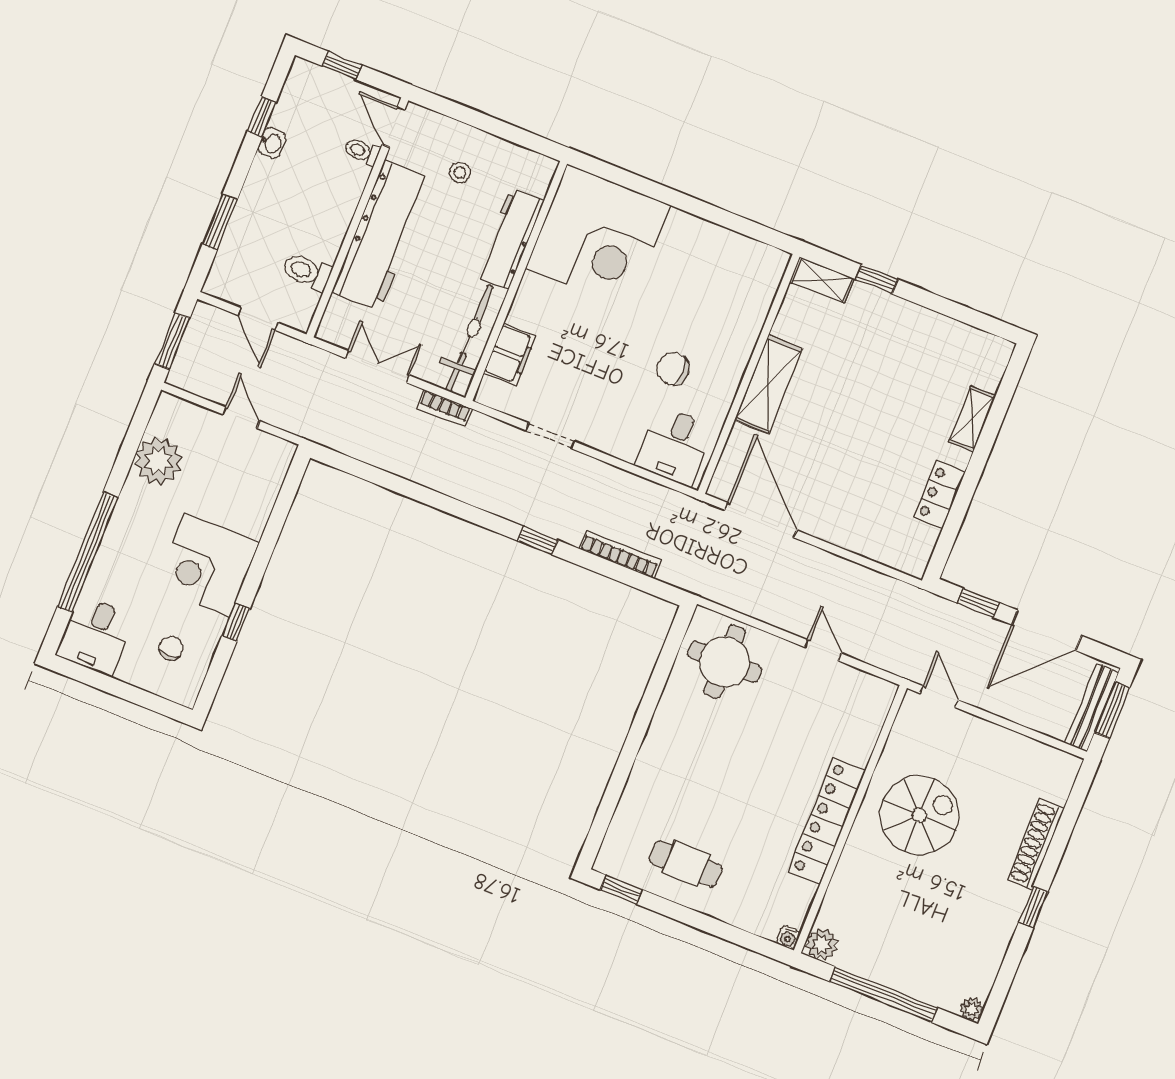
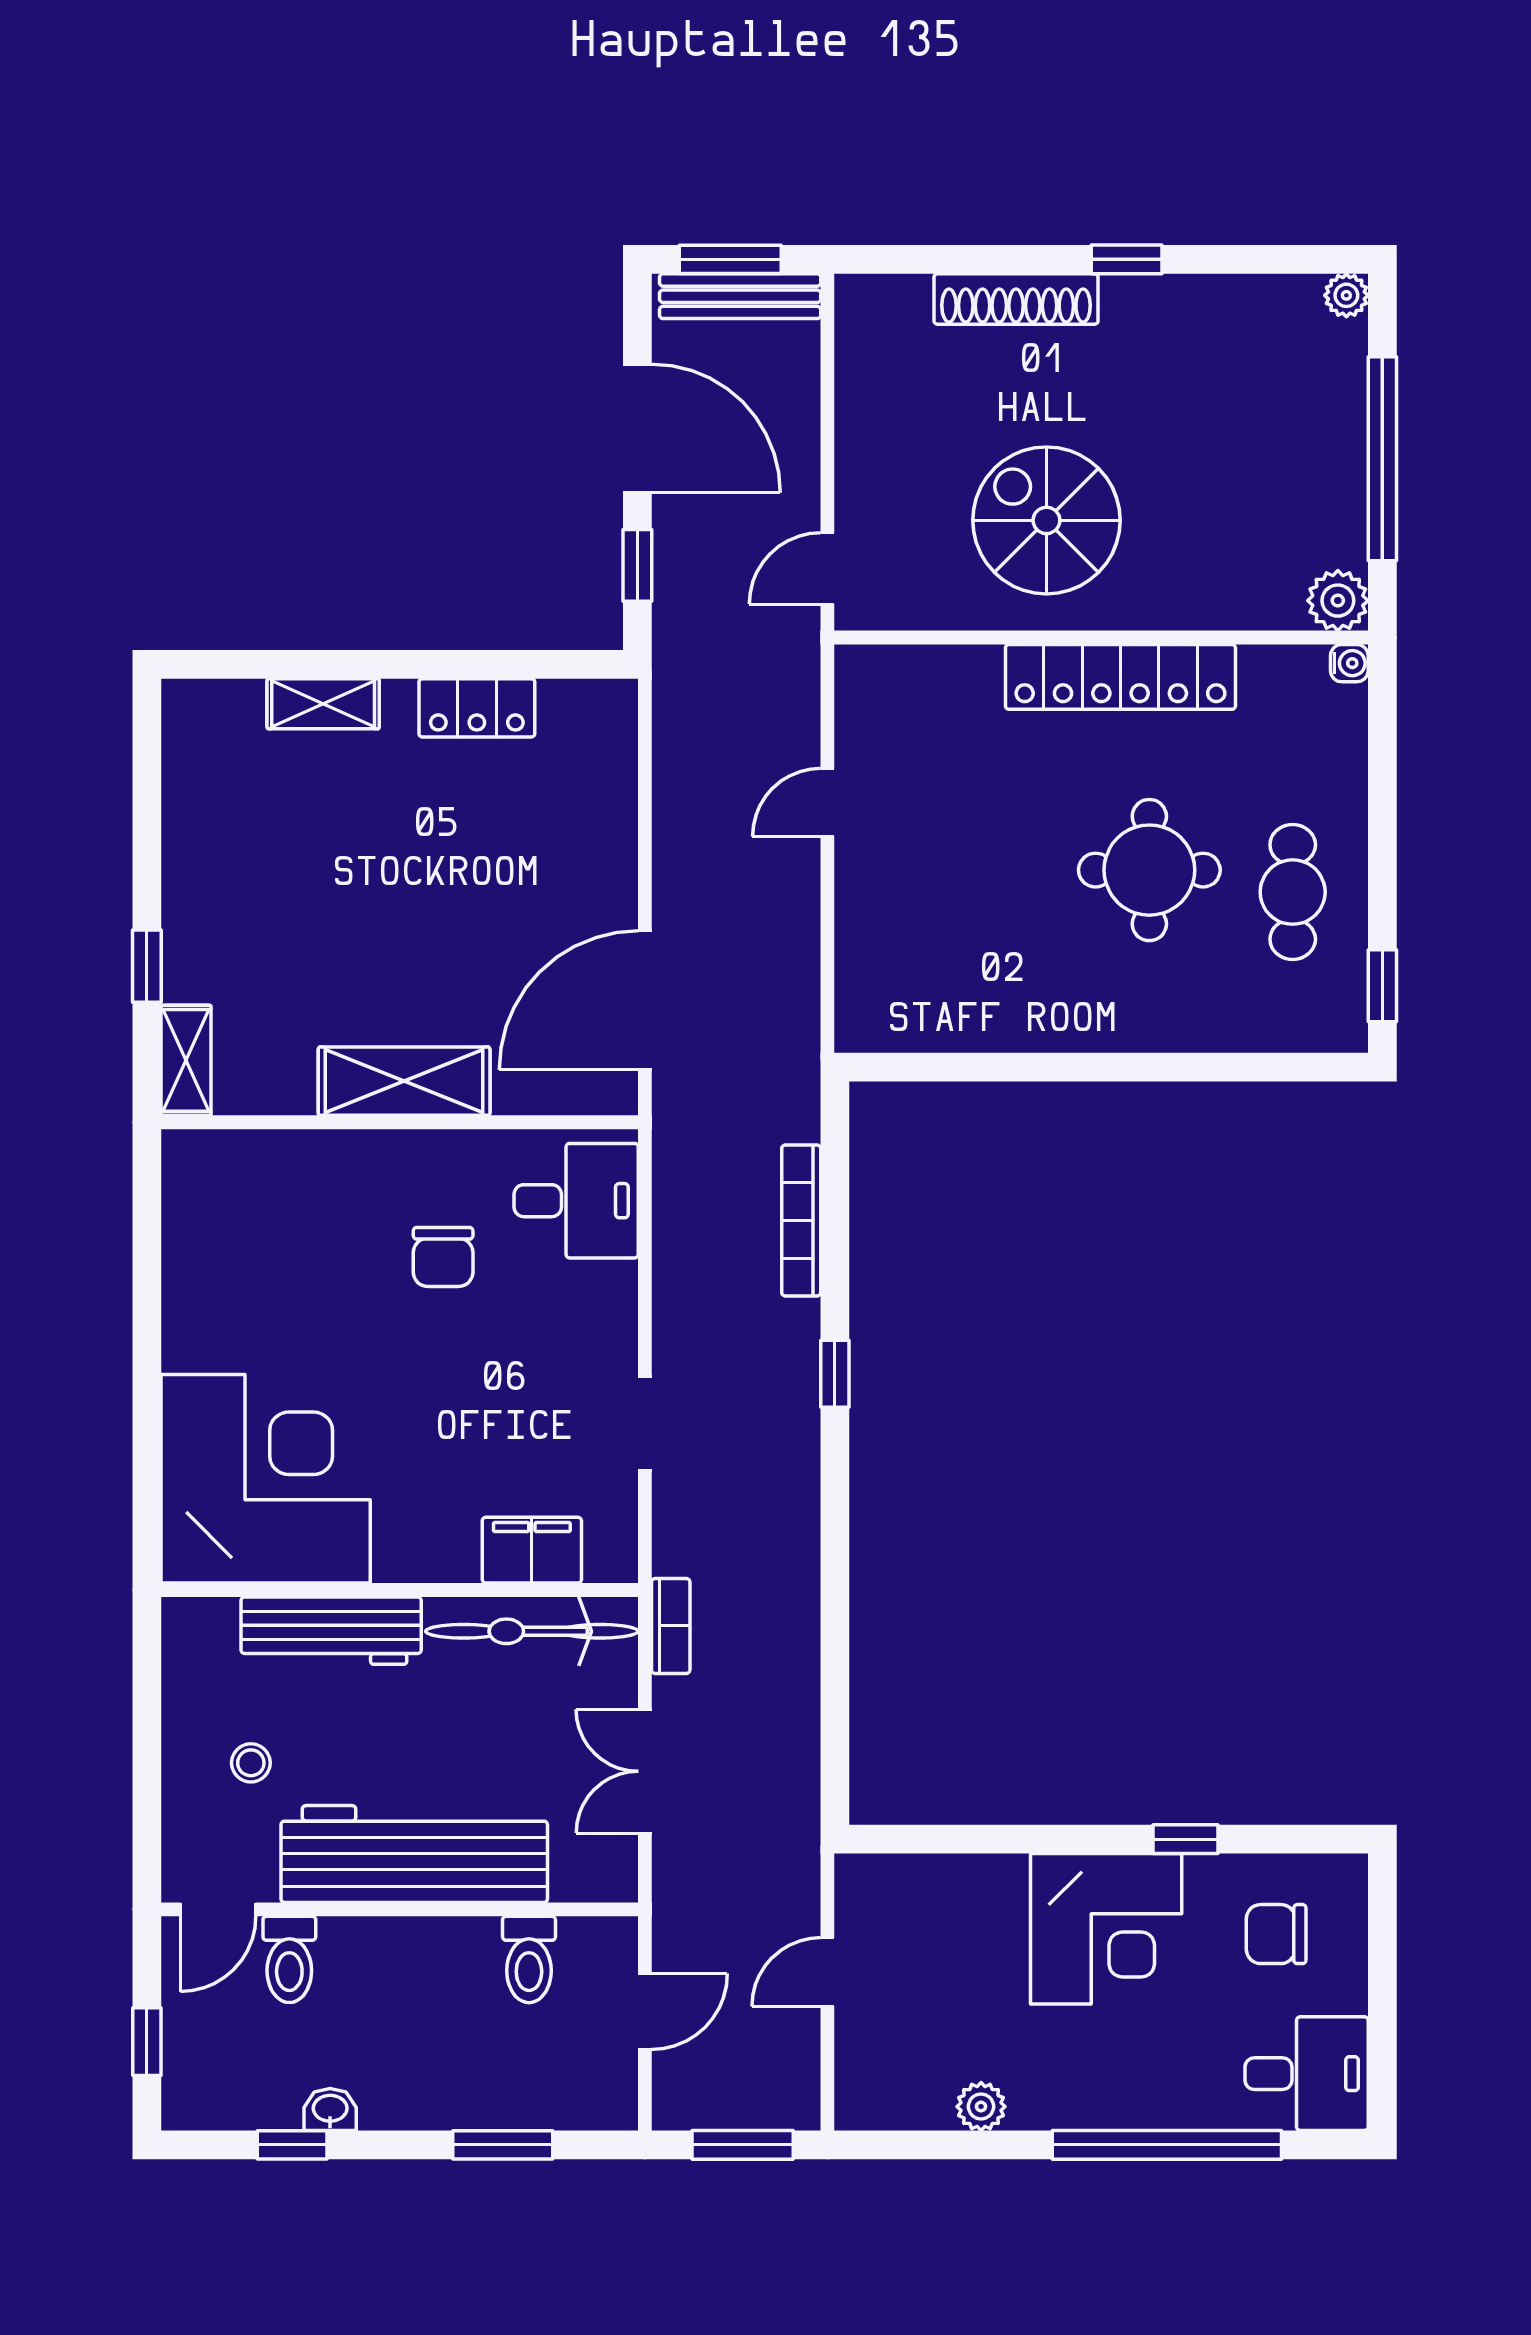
toilet: (362, 151) -> (289, 1959), width x1.37, depth x1.39
plant: (158, 461) -> (981, 2107), width x0.53, depth x0.53
chair: (171, 648) -> (1276, 1934), width x1.37, depth x1.37
round table: (725, 662) -> (1149, 870), moved

